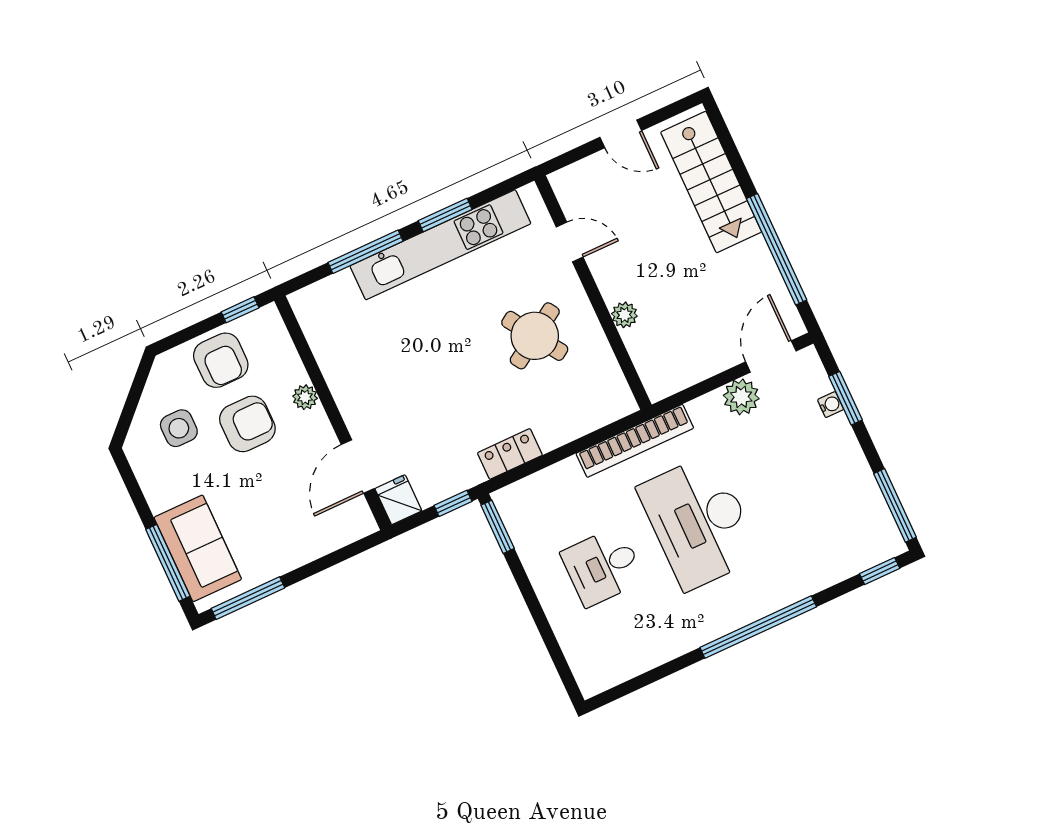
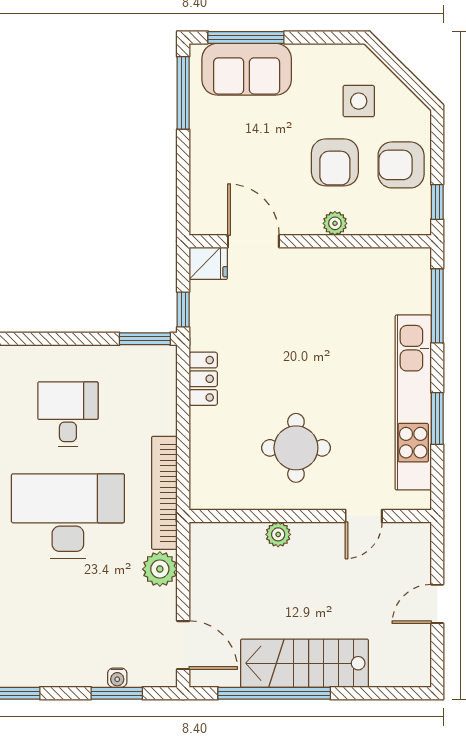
stairs: (711, 182) -> (304, 663), moved
window: (365, 252) -> (437, 306), moved
round table: (535, 336) -> (296, 448), turned 33
plant: (741, 397) -> (160, 569), moved

